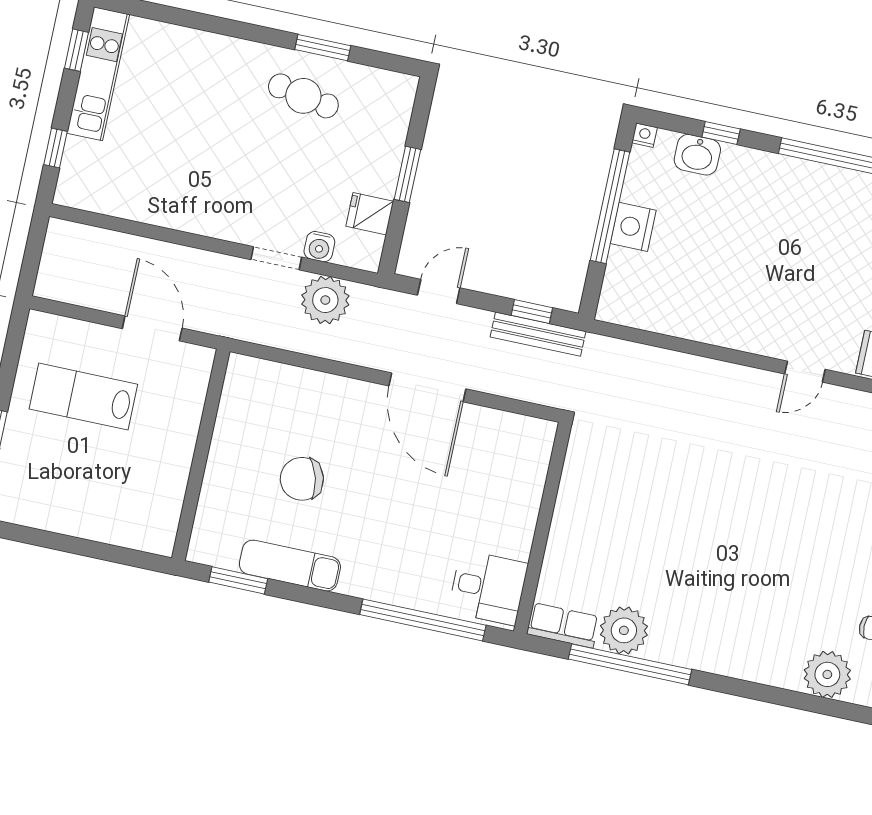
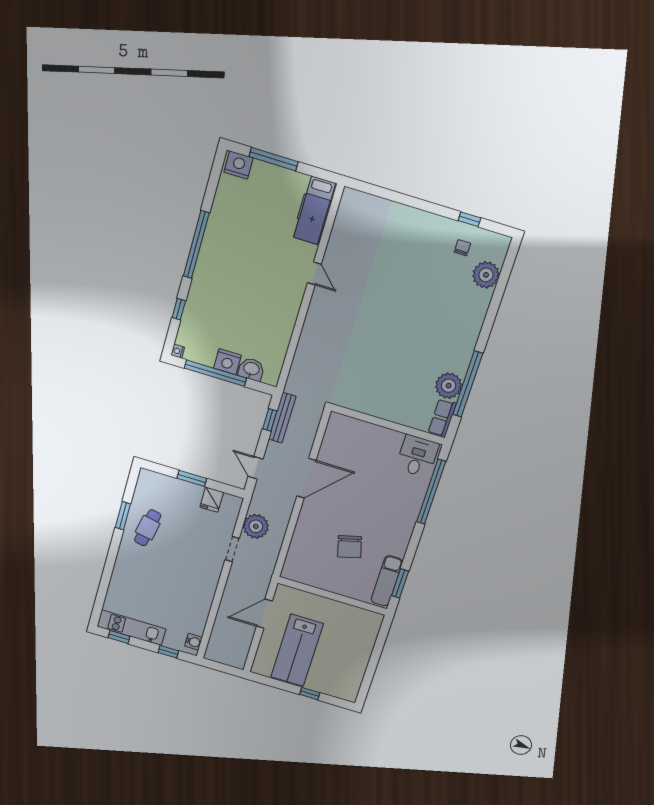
washbasin: (697, 155) -> (251, 369), moved, turned -90
water cooler: (319, 247) -> (193, 642), moved
lab bench: (83, 397) -> (297, 650), width x1.36, depth x1.39
exam couch: (290, 566) -> (387, 581), moved

